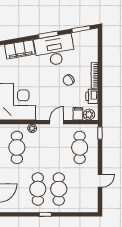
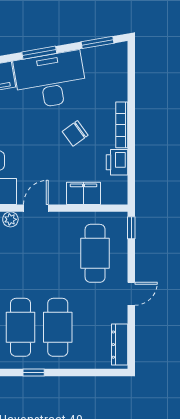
filing cabinet: (78, 114) -> (84, 193), width x2.00
plant: (89, 115) -> (112, 195), removed
door: (57, 122) -> (36, 208), moved
door: (100, 181) -> (131, 294), moved
dresser: (93, 199) -> (120, 345), added

